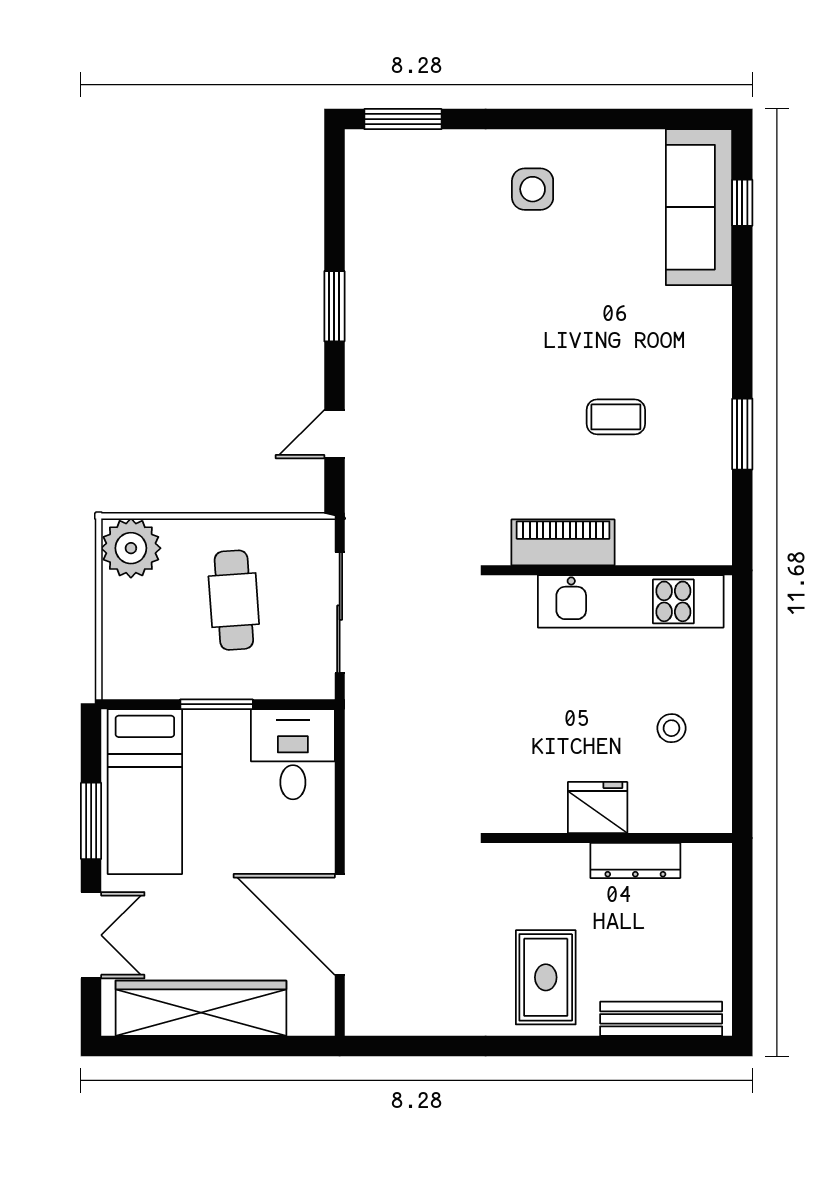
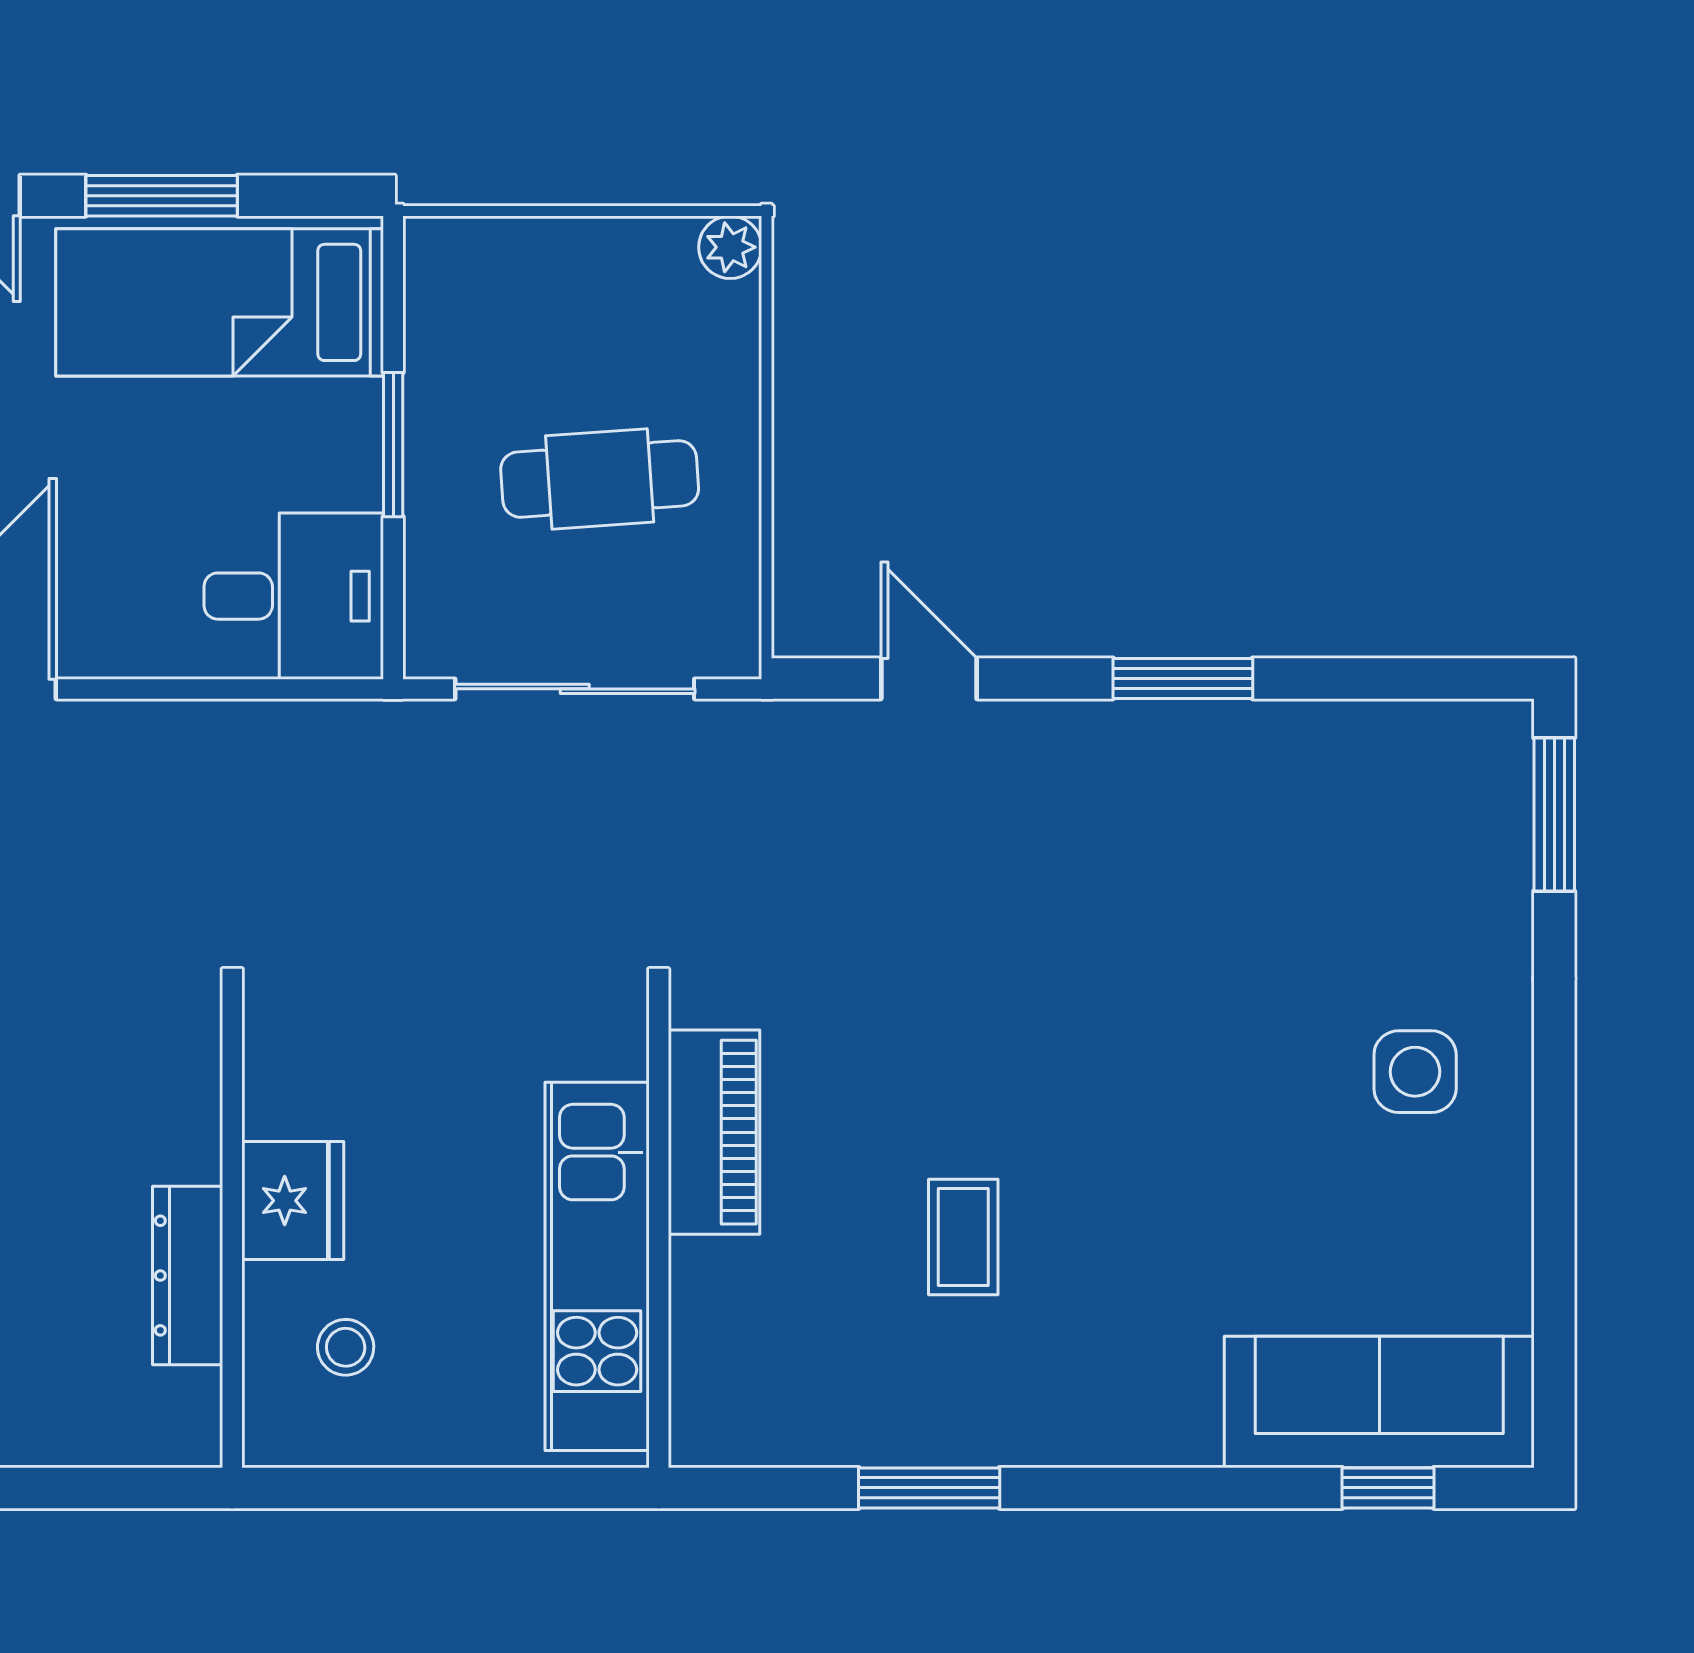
plant: (131, 548) -> (730, 247), width x0.53, depth x0.53
fridge: (598, 808) -> (293, 1201), moved
wall: (611, 838) -> (232, 1228), moved
dresser: (635, 860) -> (188, 1276), moved

